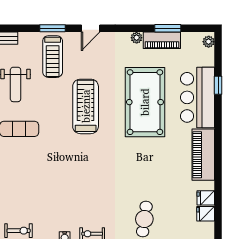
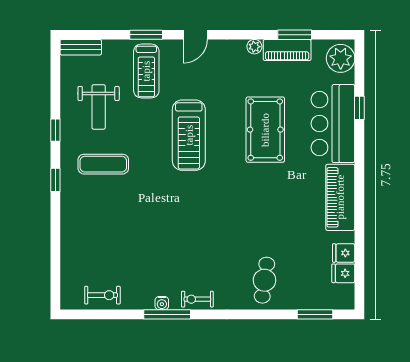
plant: (209, 42) -> (341, 58), width x1.88, depth x1.88
pool table: (145, 102) -> (265, 130), width x0.73, depth x0.76
treadmill: (86, 106) -> (189, 135), turned 180

